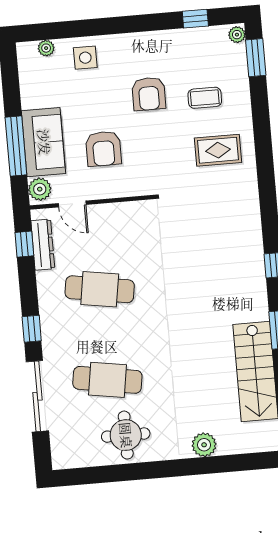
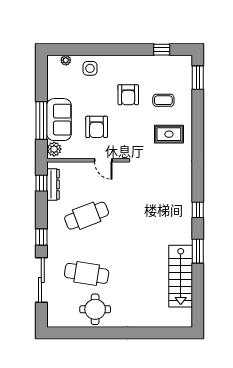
plant: (237, 35) -> (187, 62), removed
door: (72, 204) -> (103, 160), moved
cafe table: (100, 289) -> (87, 216), turned -30
plant: (204, 445) -> (144, 320), removed

